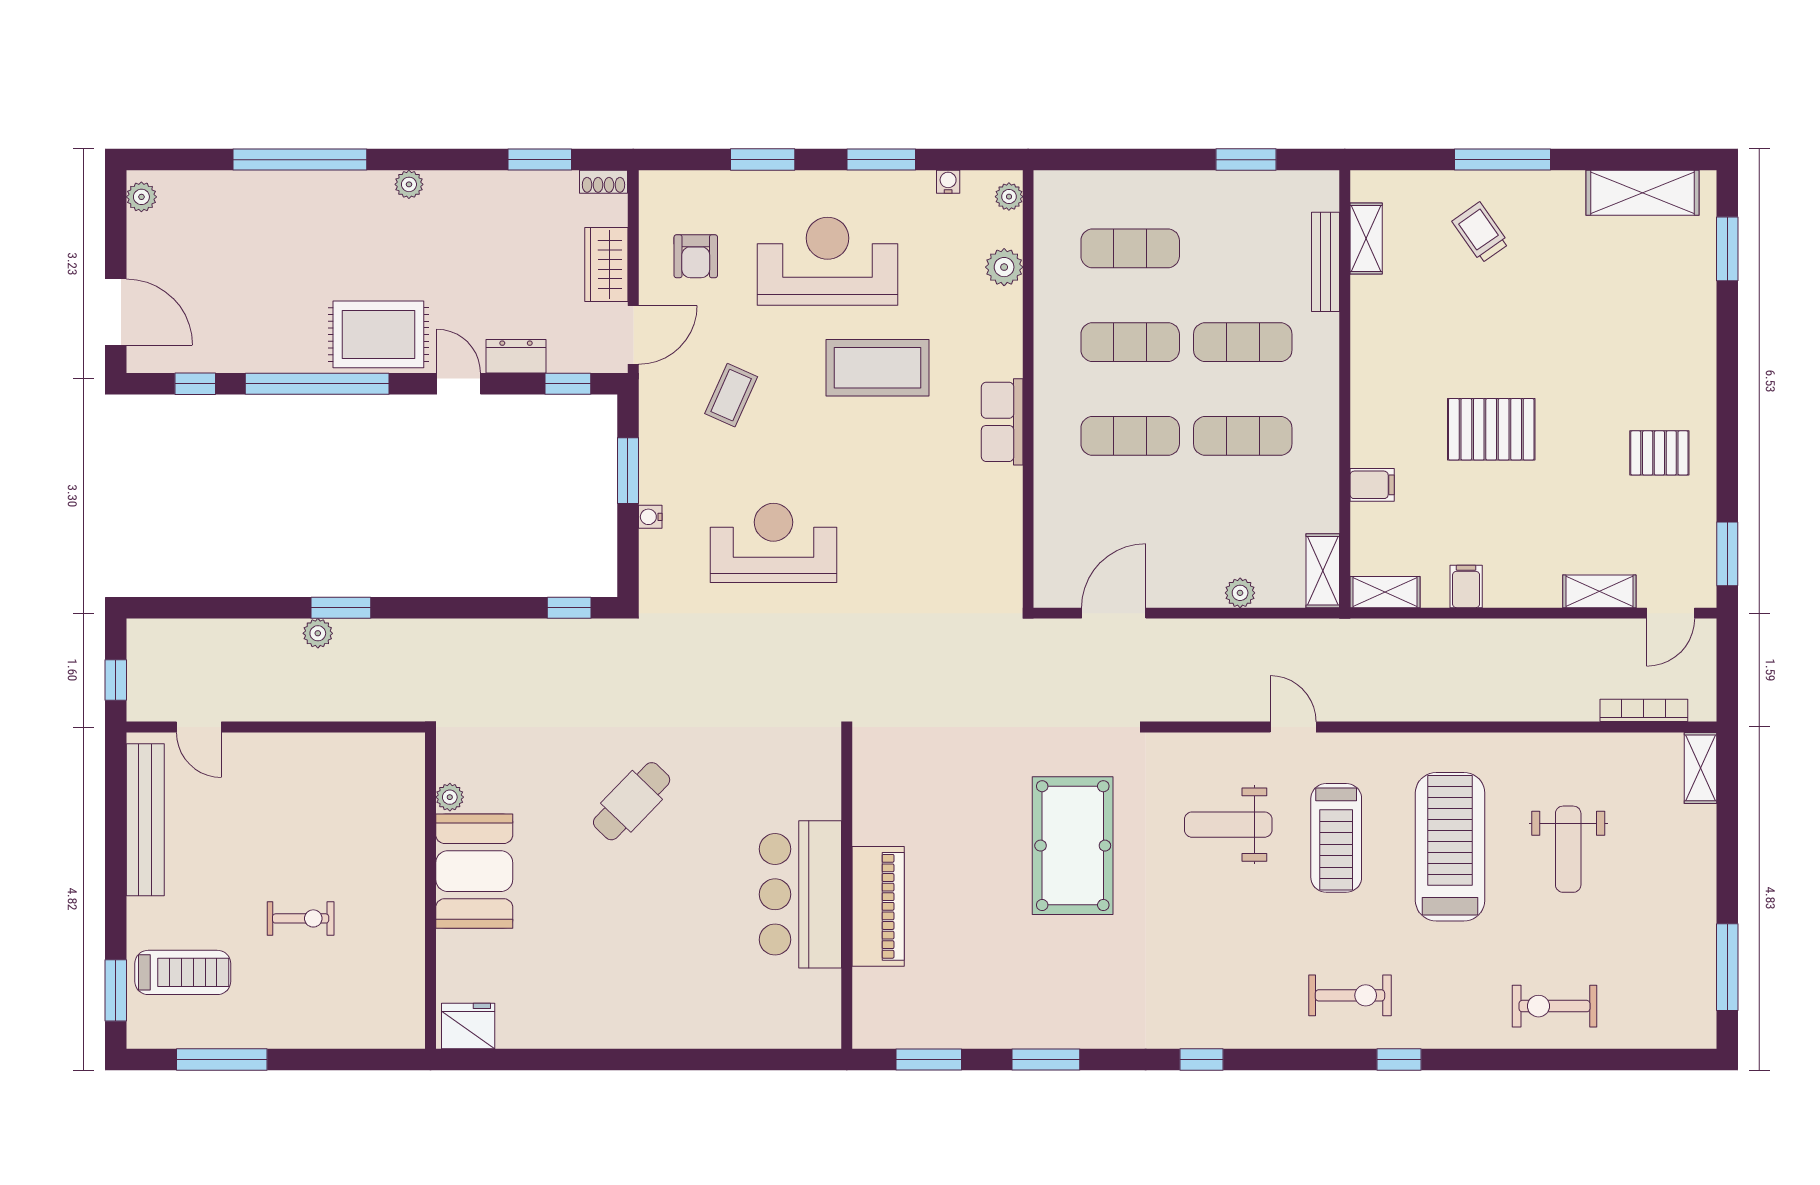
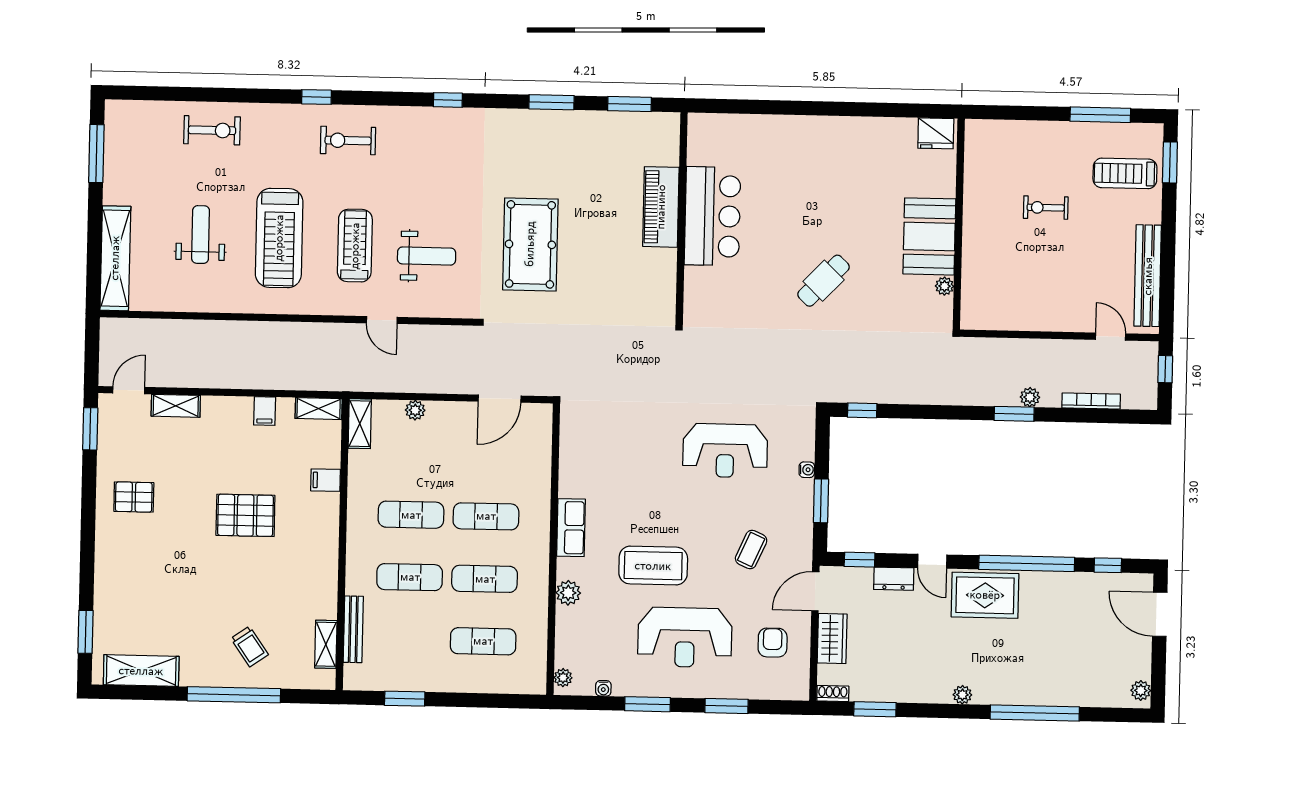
window: (1502, 160) -> (234, 695), width x1.46
plant: (1004, 267) -> (568, 593), moved
bookcase: (1644, 710) -> (1091, 401), moved, turned 180
shelving: (1700, 768) -> (115, 258), width x2.20, depth x1.33

